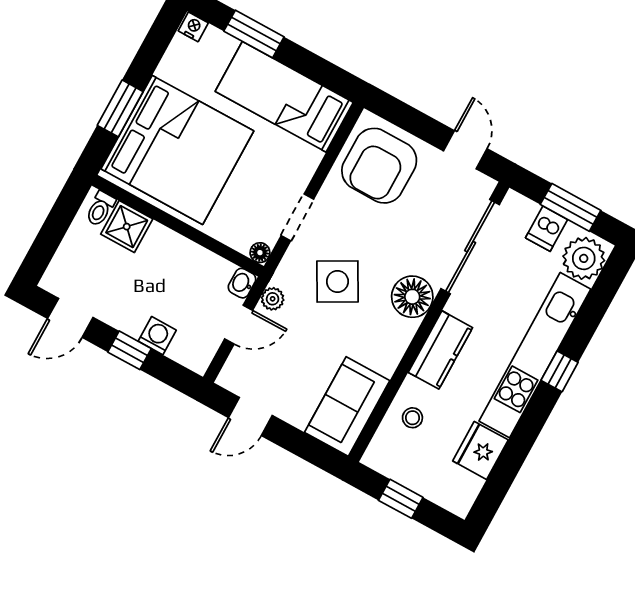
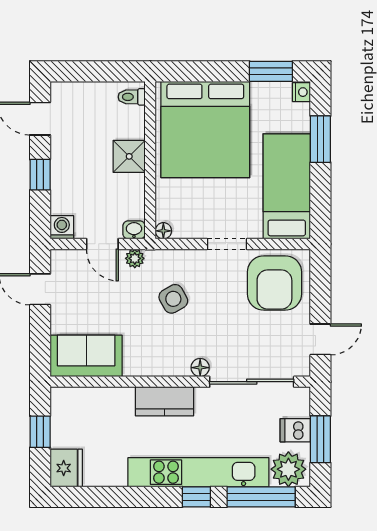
window: (120, 108) -> (271, 71), moved
armchair: (379, 166) -> (274, 283), turned -90
doorway: (297, 217) -> (227, 244), moved
shower: (127, 227) -> (129, 156), moved
side table: (337, 281) -> (173, 299), width x0.73, depth x0.73
floor lamp: (412, 297) -> (200, 368), width x0.53, depth x0.53
window: (597, 303) -> (261, 497), added
washing machine: (157, 336) -> (62, 227), moved, turned -90
stool: (412, 418) -> (104, 408), removed
fridge: (480, 450) -> (66, 468), moved, turned 90

